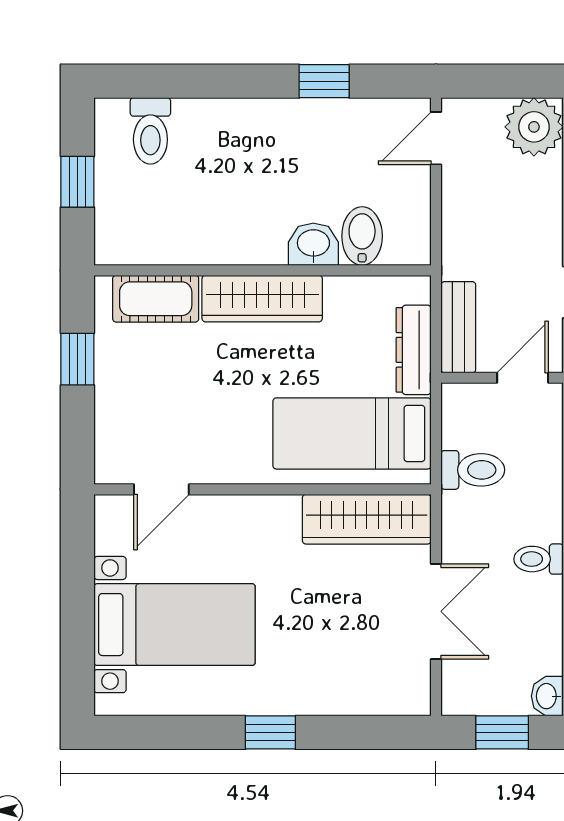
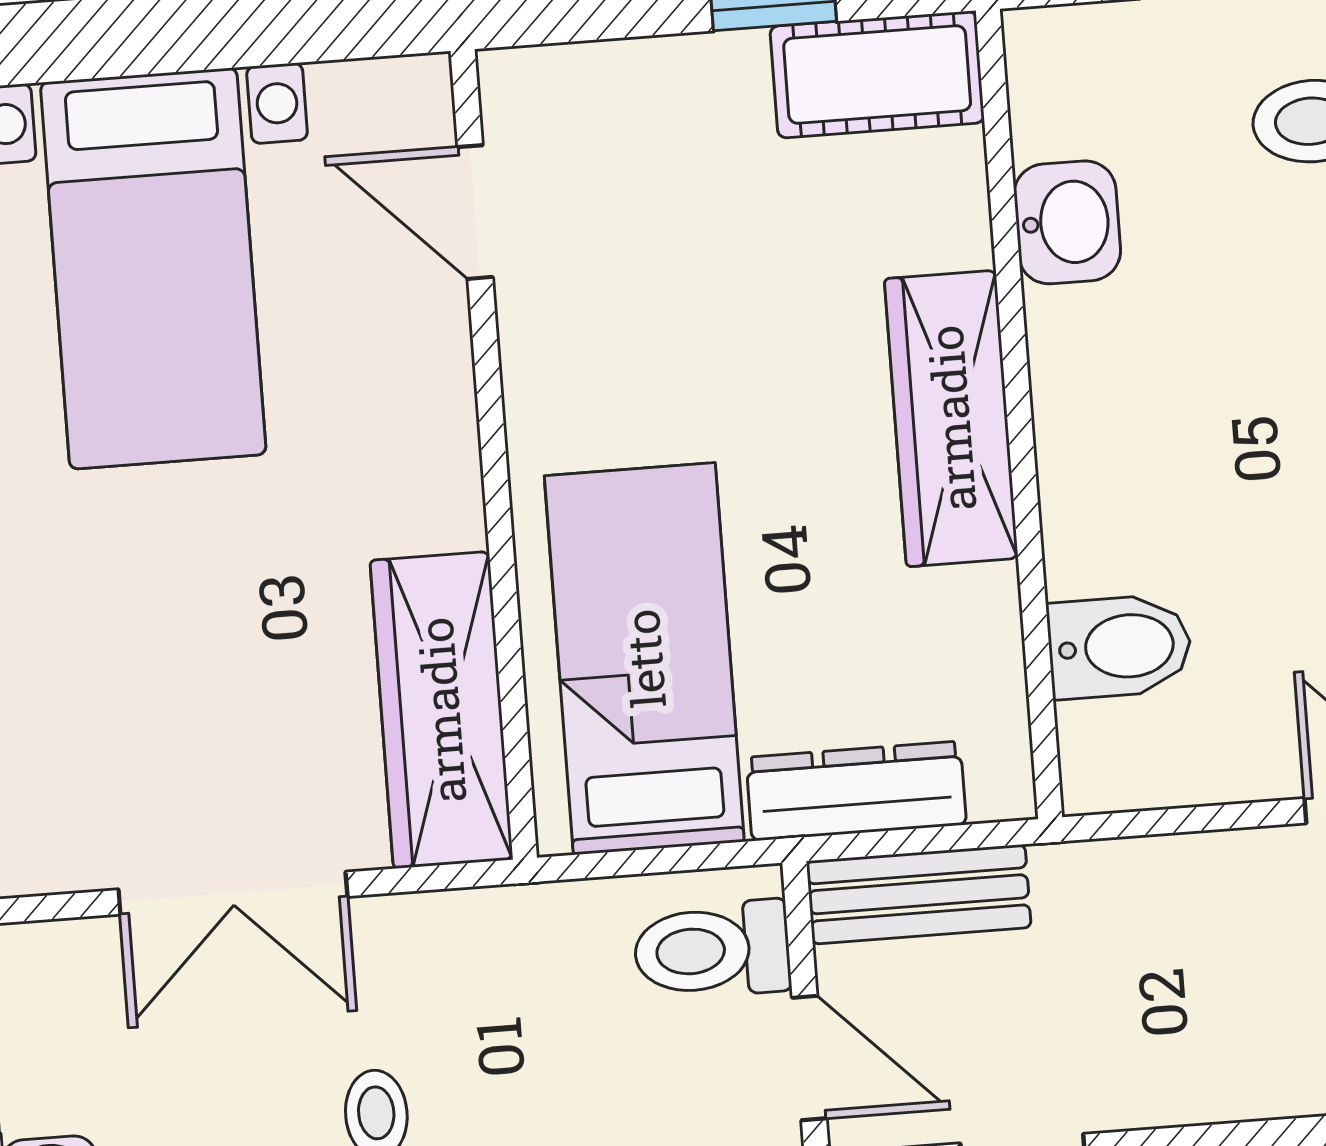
washbasin: (313, 244) -> (1067, 222), moved
cot: (156, 299) -> (877, 75), moved, turned 90
toilet: (473, 470) -> (712, 950), moved, turned 90

